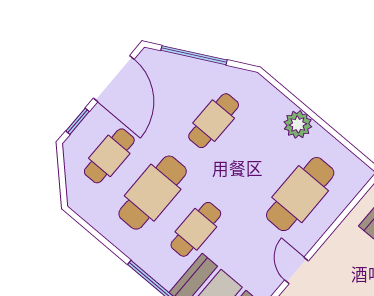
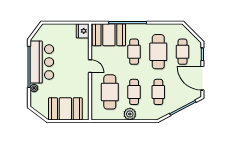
cafe table: (257, 157) -> (134, 92), added

